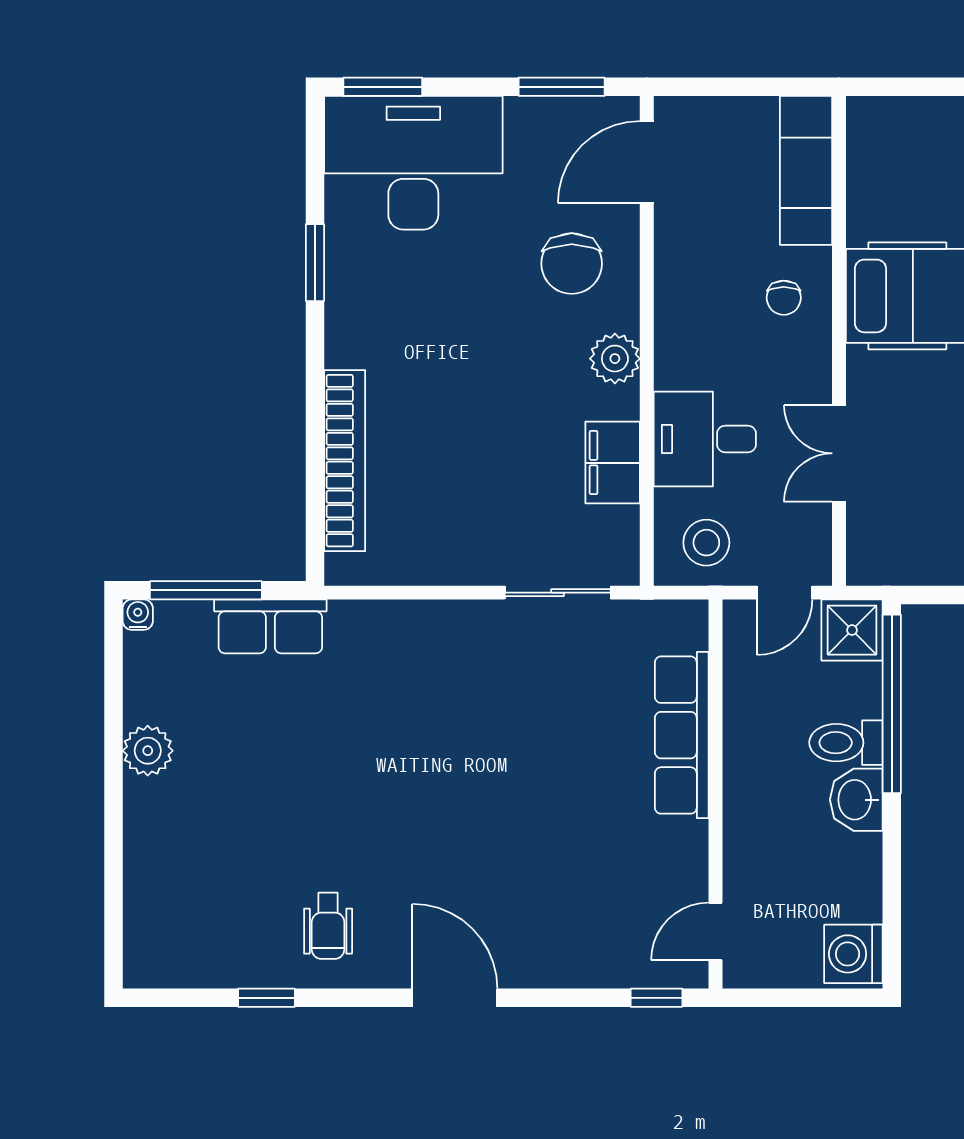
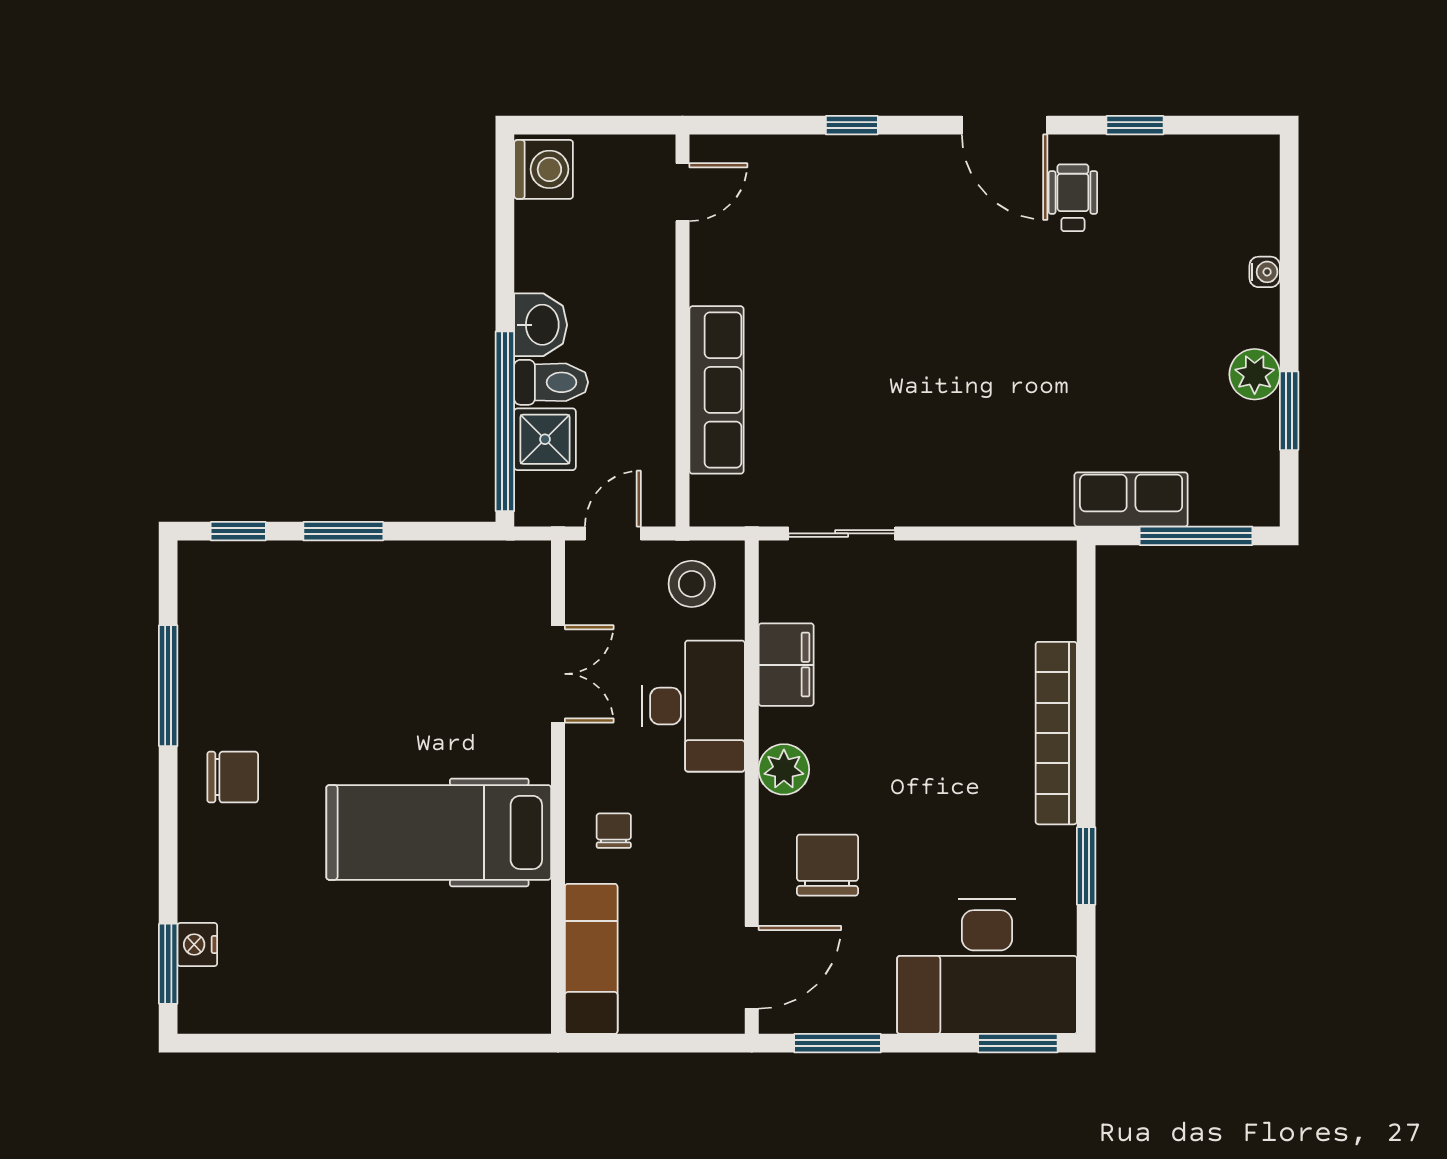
desk: (705, 439) -> (693, 706), width x1.37
bookcase: (345, 461) -> (1056, 733), moved
water cooler: (138, 615) -> (1265, 272), moved, turned -90
shower: (852, 630) -> (545, 439), moved
window: (113, 714) -> (1289, 411), added
door: (455, 998) -> (1005, 125), moved
window: (657, 998) -> (852, 125), moved

